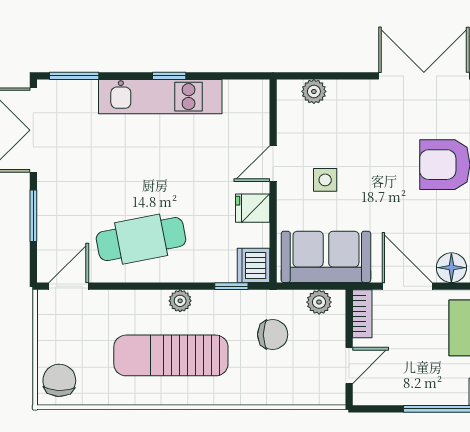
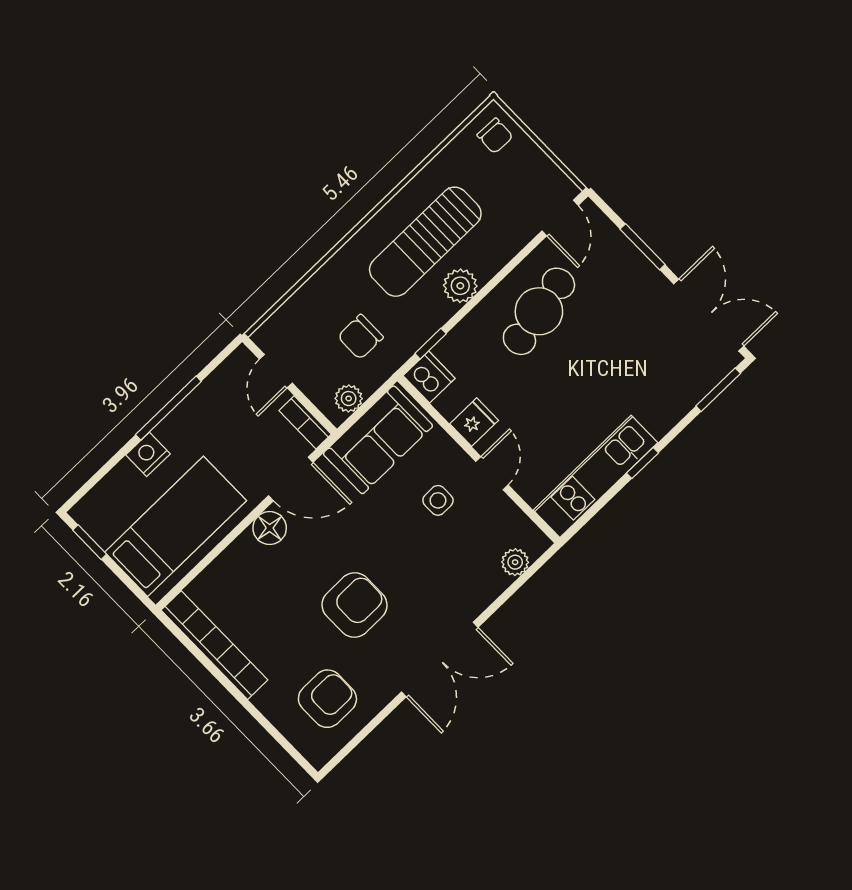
kitchen unit: (160, 97) -> (595, 476), moved
plant: (180, 301) -> (460, 286), width x1.38, depth x1.38
sun lounger: (171, 355) -> (425, 242), turned 180
chair: (59, 380) -> (495, 136), width x0.73, depth x0.73

